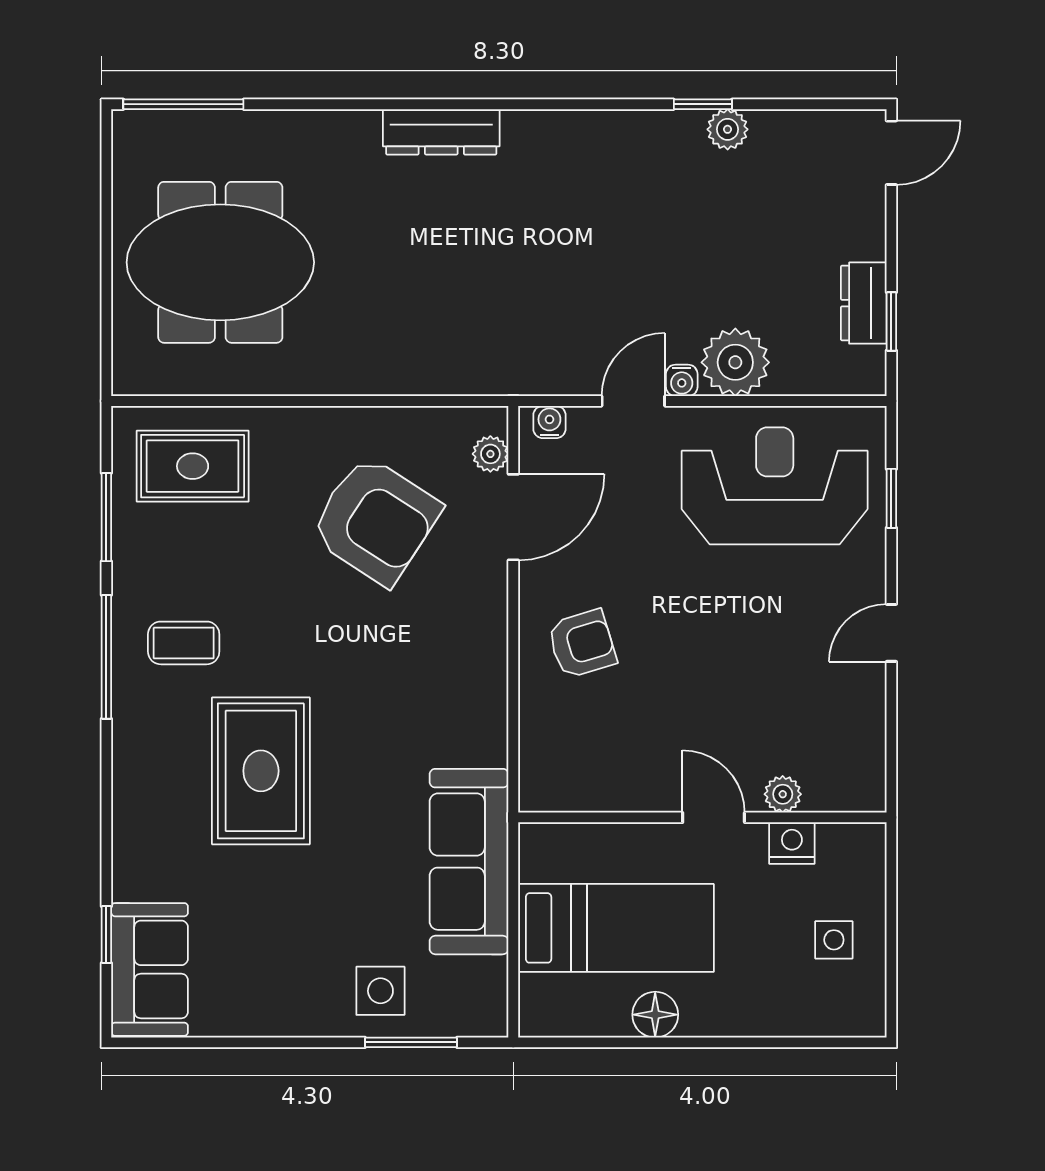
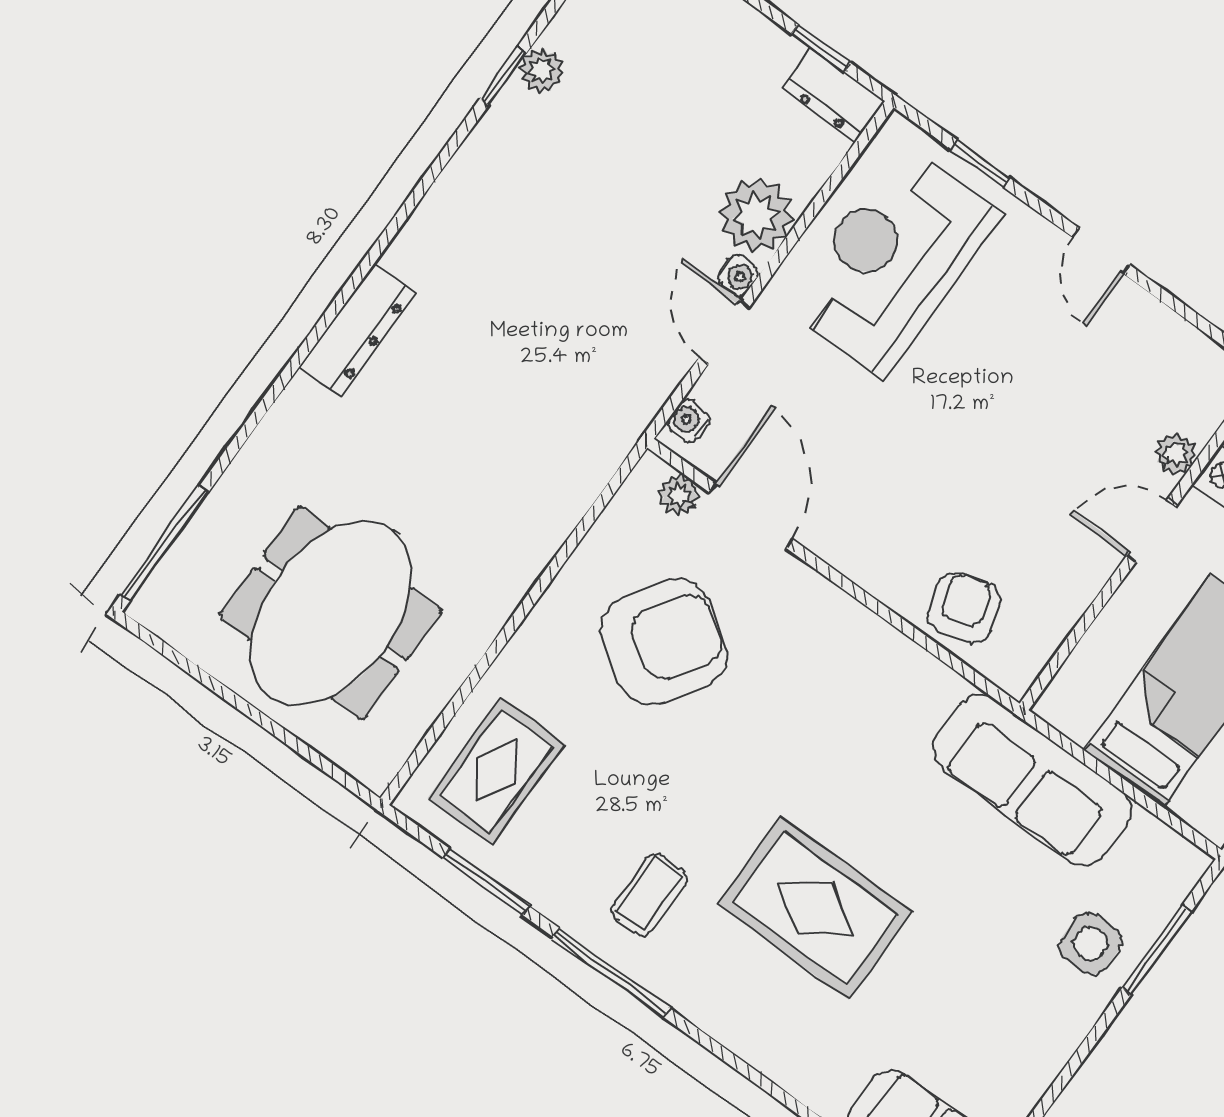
dresser: (864, 303) -> (834, 95), moved
armchair: (582, 644) -> (964, 608), moved

